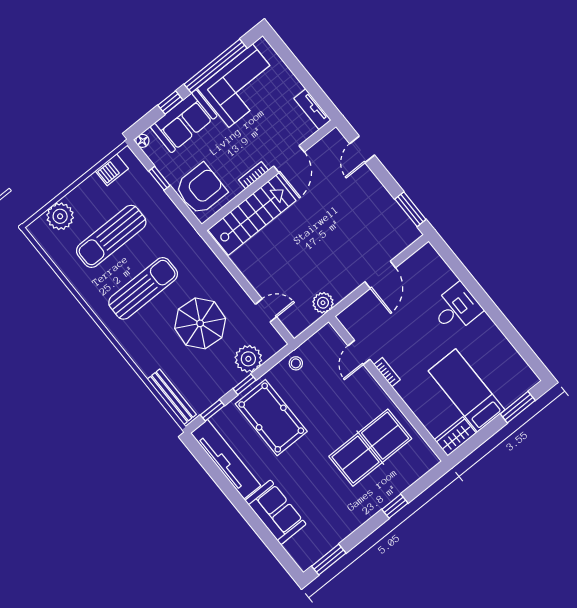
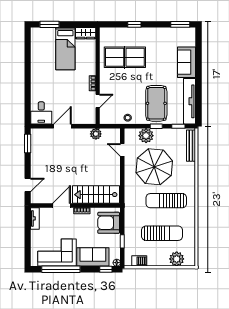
window: (170, 103) -> (106, 269), moved
desk: (456, 308) -> (41, 113), moved, turned -90
parasol: (200, 323) -> (154, 167), width x1.36, depth x1.36

